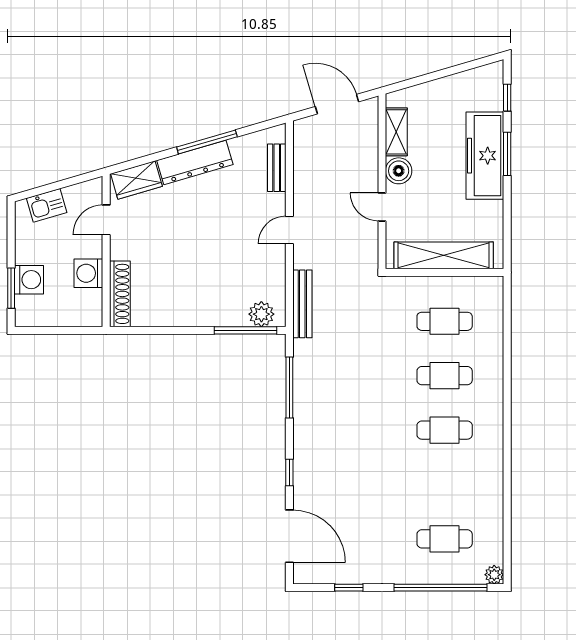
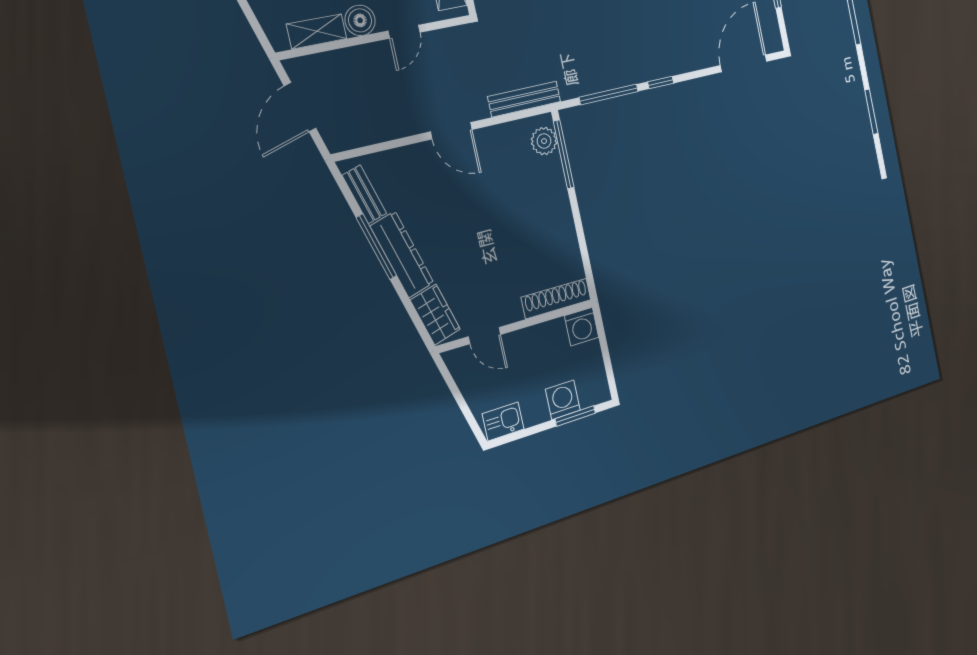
bench: (277, 168) -> (364, 194), moved, turned 74
kitchen sink: (47, 205) -> (503, 421), moved, turned -74
door: (289, 230) -> (451, 131), width x1.38
washing machine: (88, 273) -> (582, 327), moved
window: (289, 472) -> (661, 83), moved

